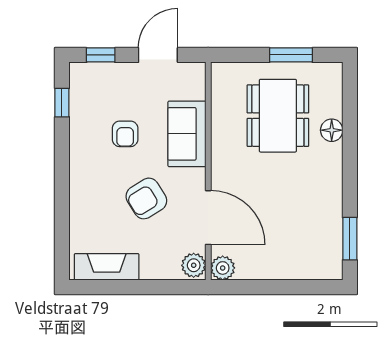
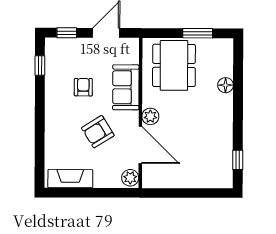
dining table: (278, 116) -> (174, 65), moved
armchair: (125, 134) -> (83, 87), turned 180
window: (350, 239) -> (238, 160), width x0.67
plant: (223, 268) -> (150, 116), moved

